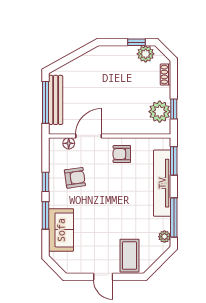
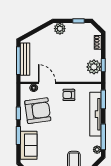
plant: (146, 54) -> (60, 29), moved
door: (89, 136) -> (47, 83), hinge flipped
armchair: (75, 178) -> (38, 111), width x1.88, depth x1.88

